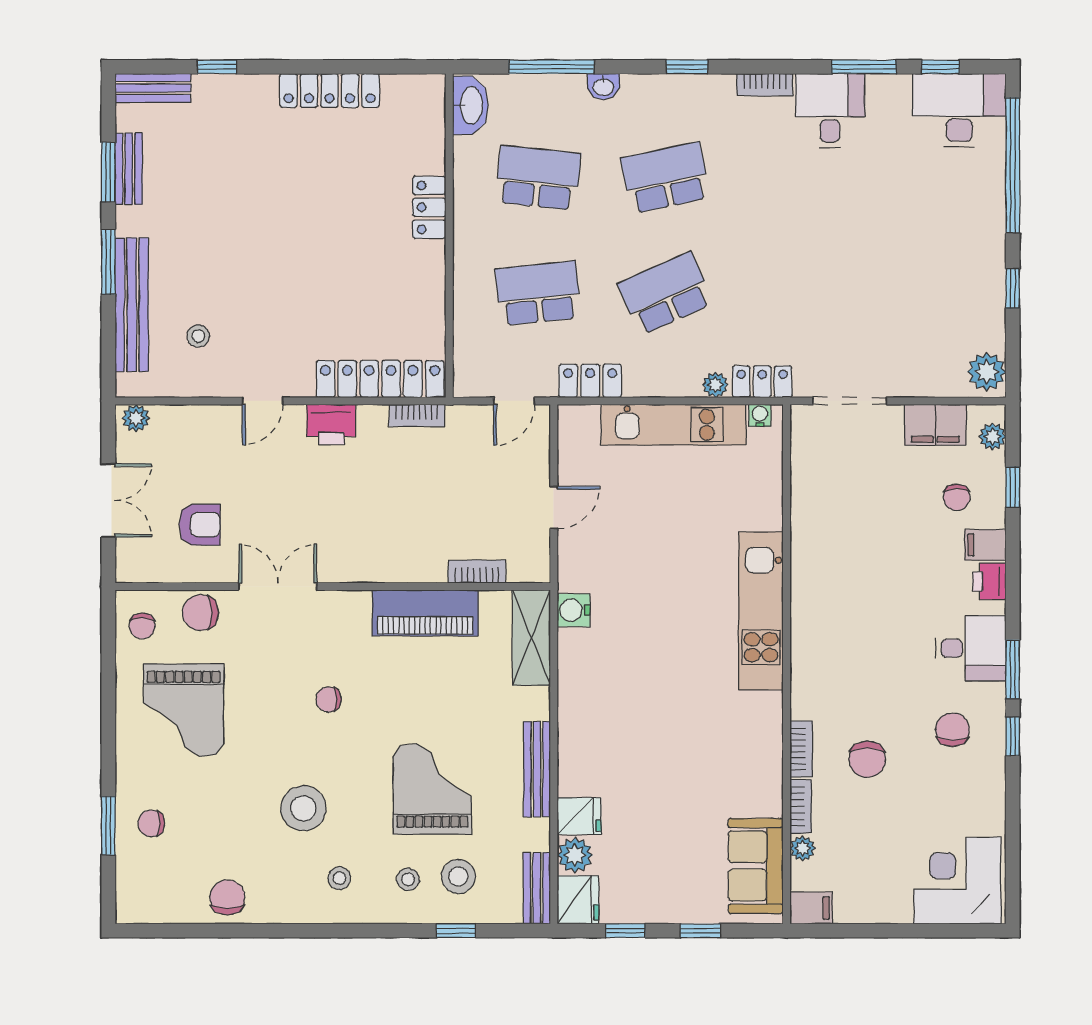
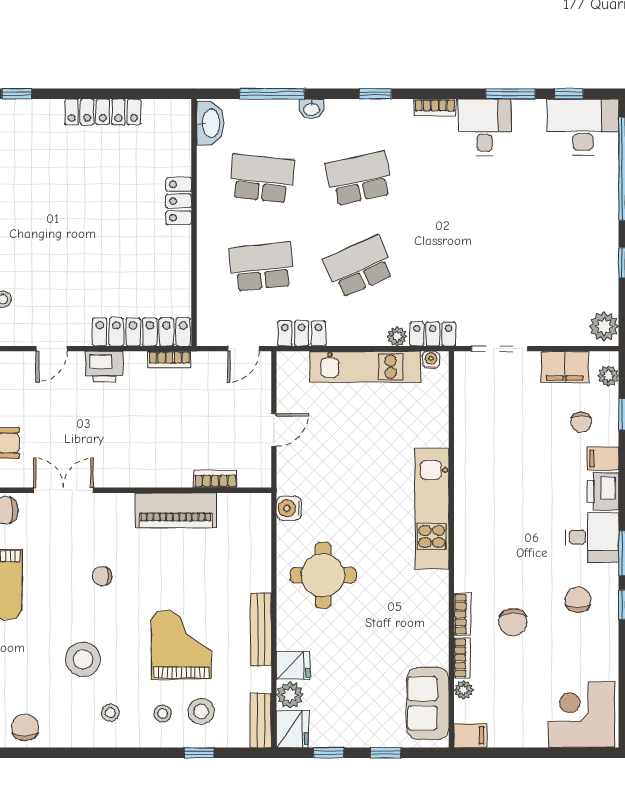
printer: (989, 581) -> (603, 491), width x1.36, depth x1.24
shelving: (531, 638) -> (257, 529), removed
round table: (618, 698) -> (323, 575), added

